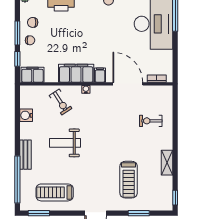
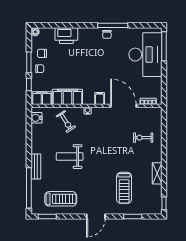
filing cabinet: (76, 73) -> (67, 97), moved
water cooler: (26, 115) -> (36, 118), moved
treadmill: (55, 192) -> (61, 199), turned 180

